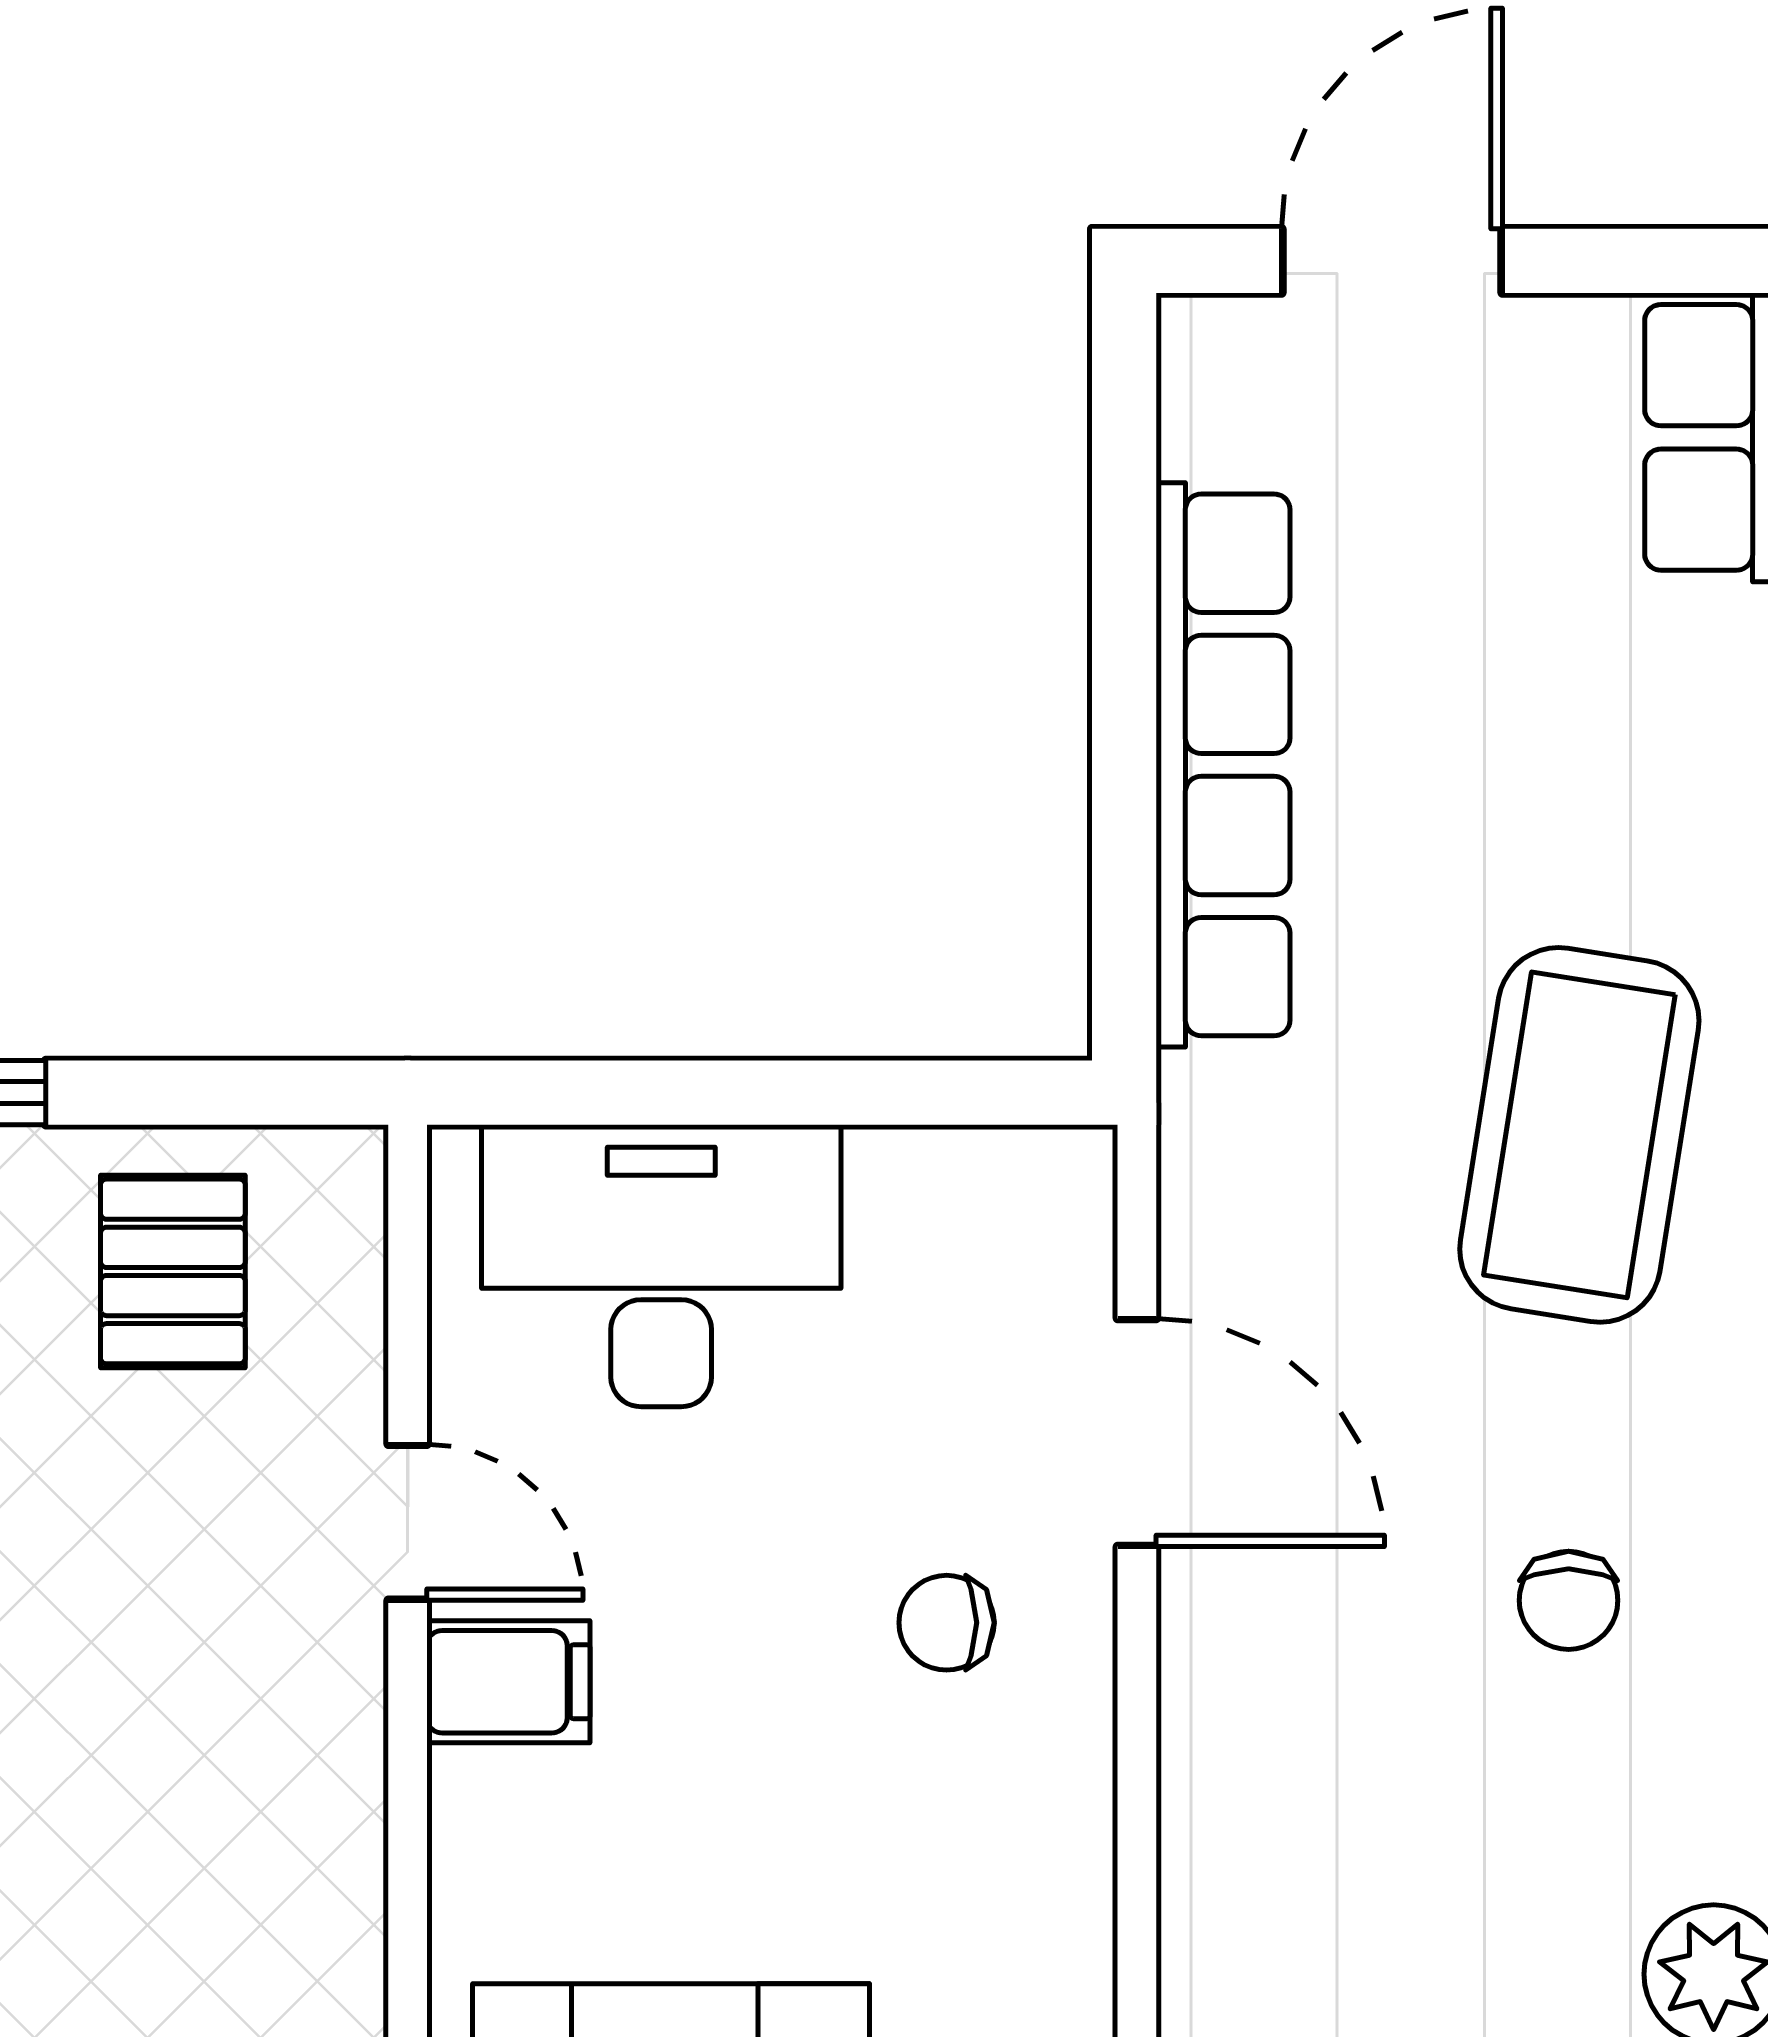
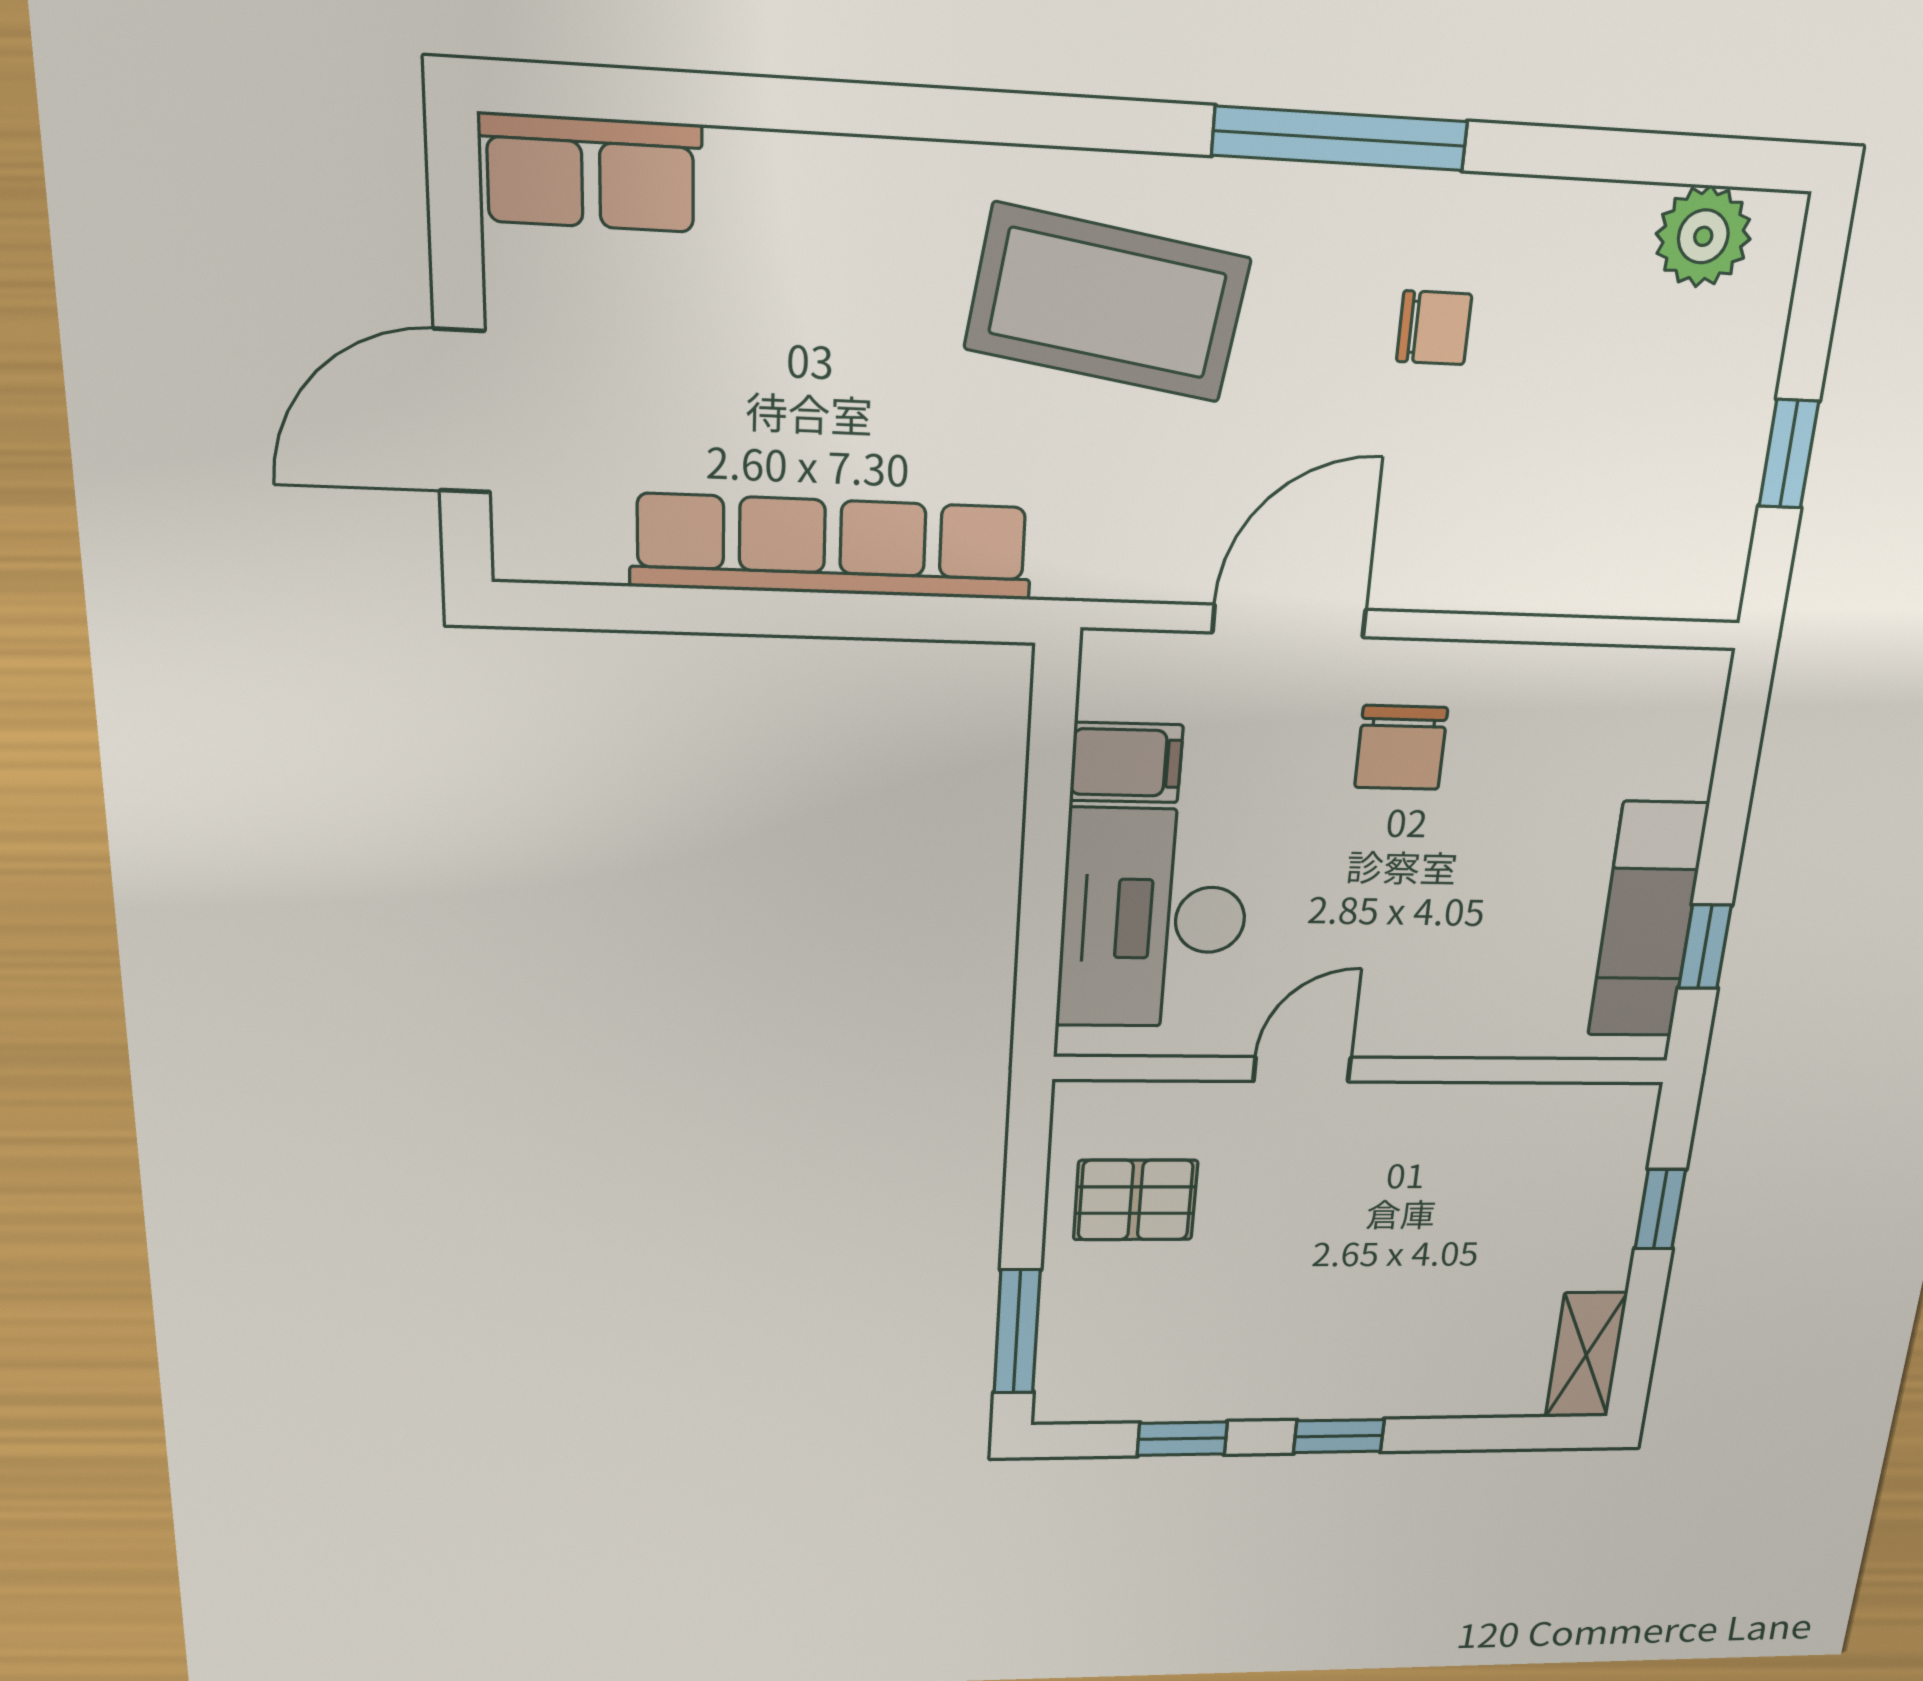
door: (1392, 261) -> (462, 411), hinge flipped
chair: (947, 1623) -> (1401, 748), width x1.37, depth x1.37
filing cabinet: (508, 1682) -> (1126, 763), moved, turned 90

